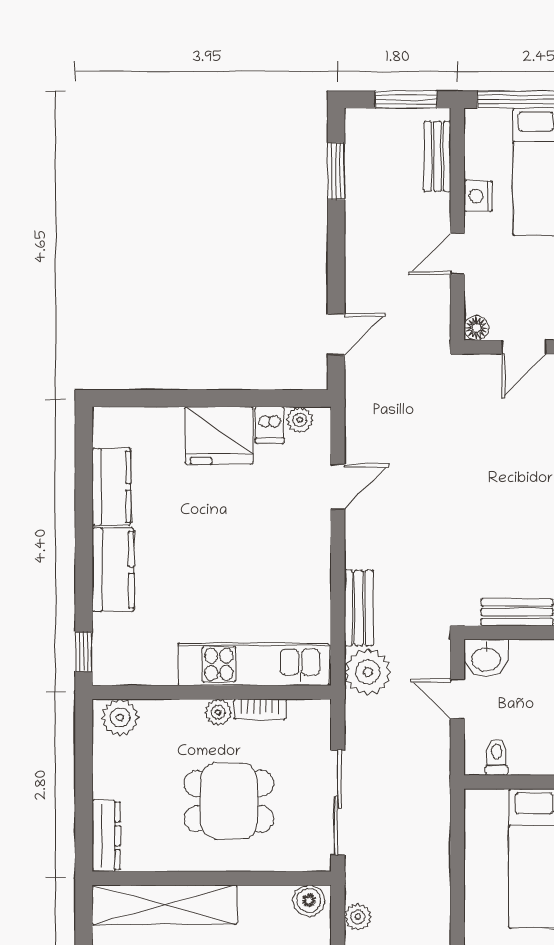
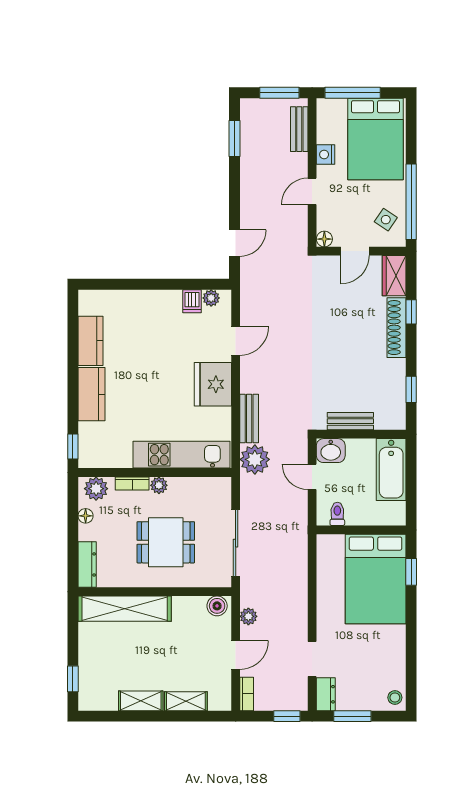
fridge: (219, 436) -> (213, 384), moved, turned 90
bookcase: (260, 709) -> (132, 483), moved
floor lamp: (104, 760) -> (86, 516), added

